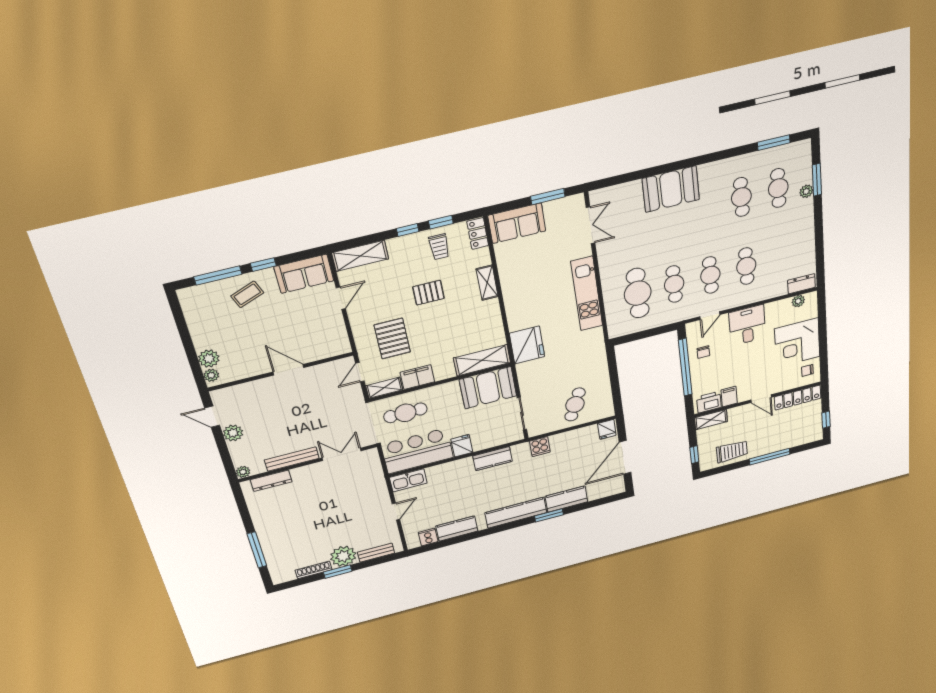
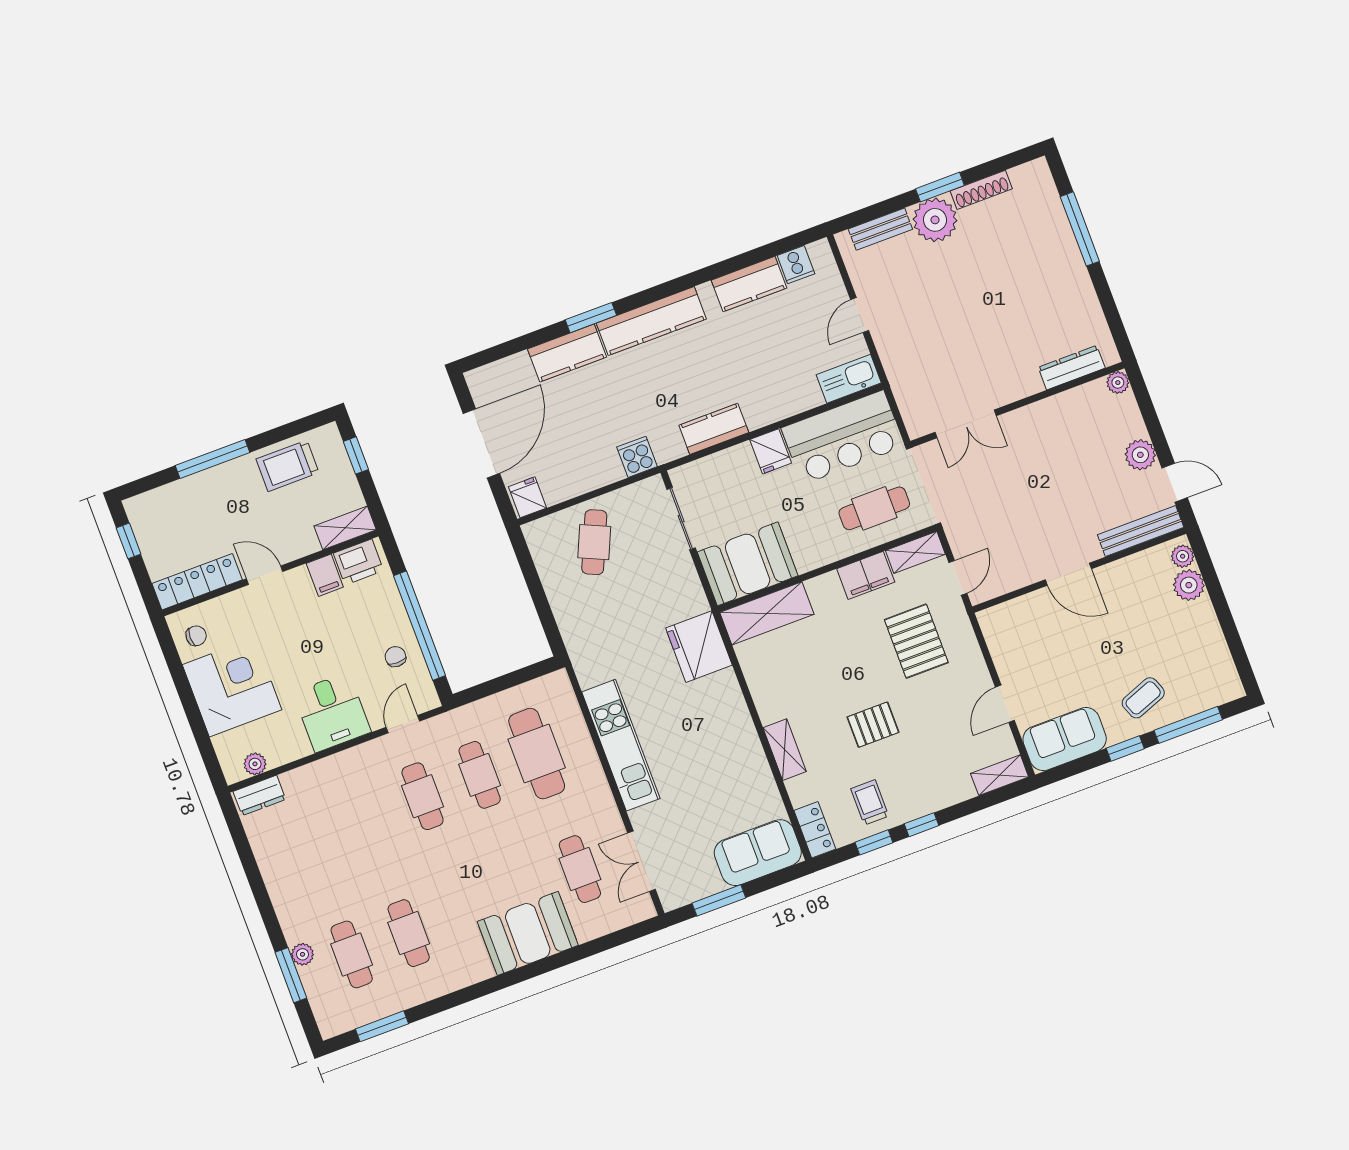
shelving: (360, 256) -> (1000, 775), width x0.67, depth x0.75
cafe table: (746, 266) -> (580, 869), moved
bench: (292, 459) -> (1141, 531), moved

